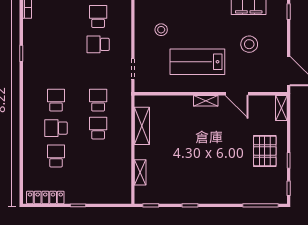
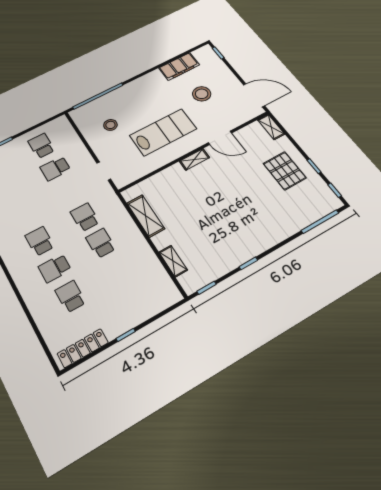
lab bench: (197, 62) -> (163, 132), turned 180

